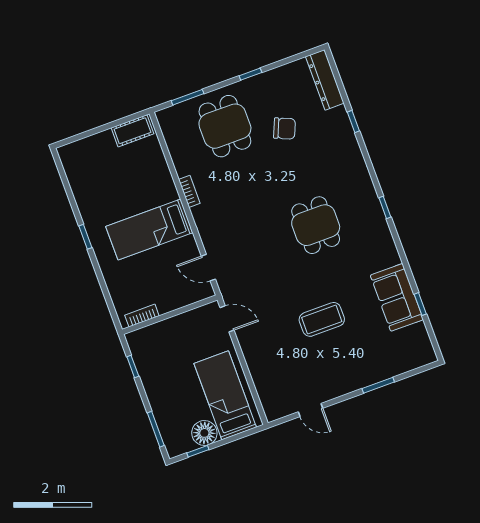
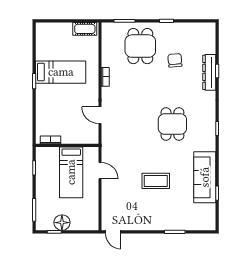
dresser: (325, 80) -> (209, 72), moved
chair: (284, 128) -> (175, 60), turned -118
bed: (149, 230) -> (61, 72), moved, turned 180
door: (208, 268) -> (100, 115), moved
sofa: (397, 297) -> (205, 177), width x1.36
door: (227, 319) -> (100, 171), moved
bed: (225, 395) -> (71, 172), moved, turned 180
door: (310, 410) -> (113, 232), moved

